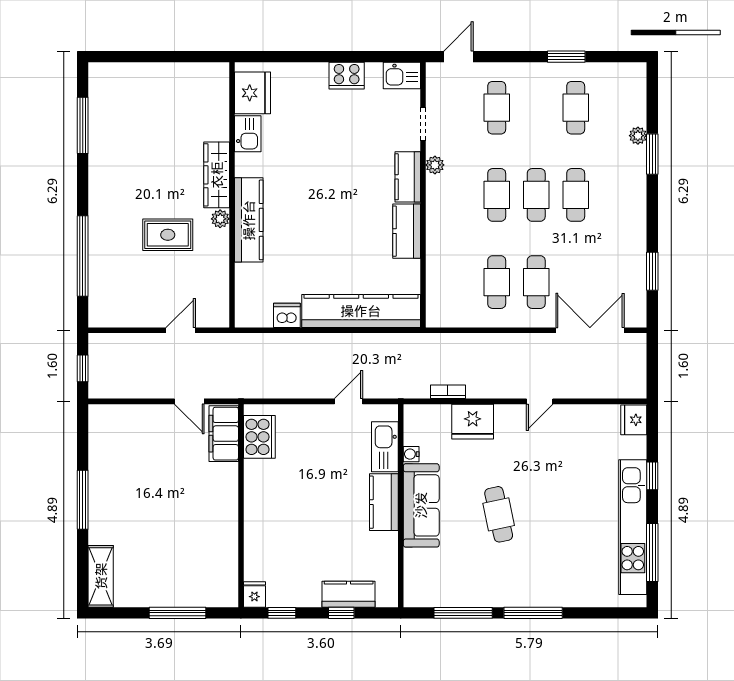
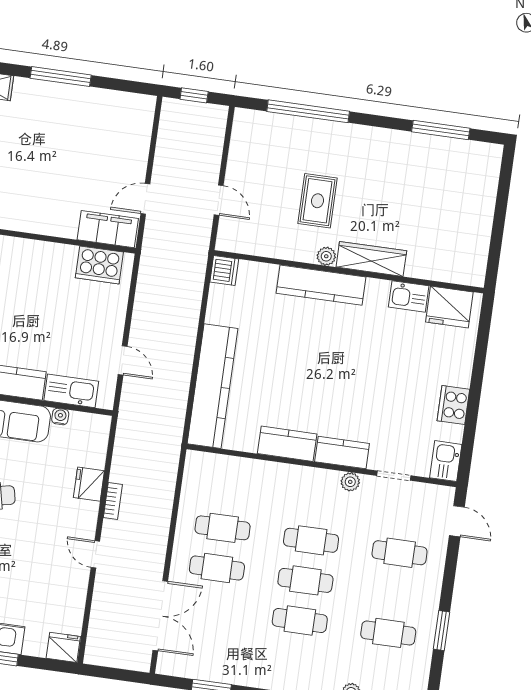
dishwasher: (287, 315) -> (224, 271), moved
bookcase: (448, 392) -> (113, 501), moved
fridge: (473, 422) -> (89, 484), width x0.73, depth x0.75

